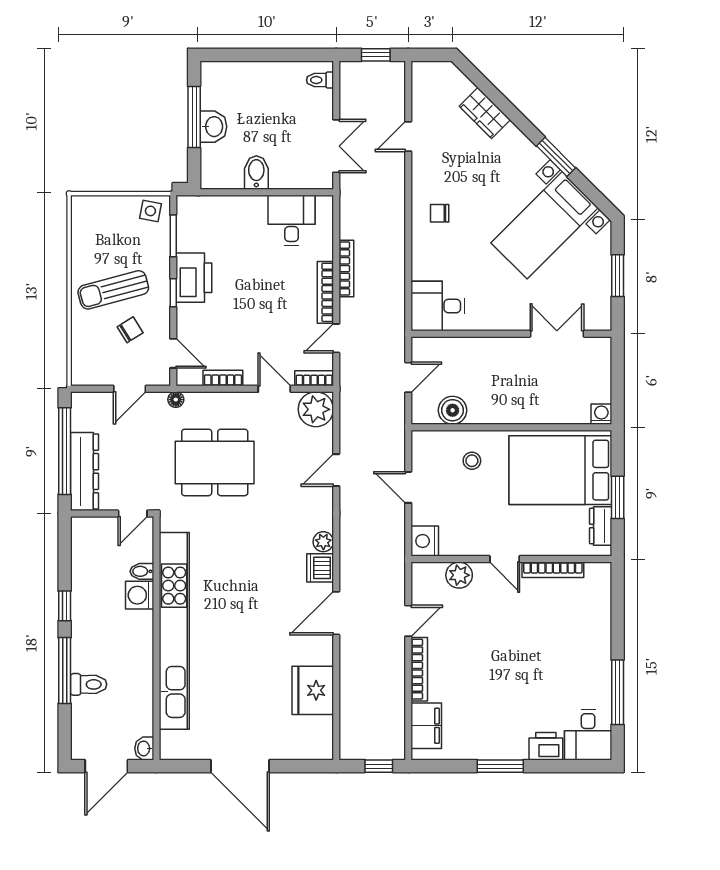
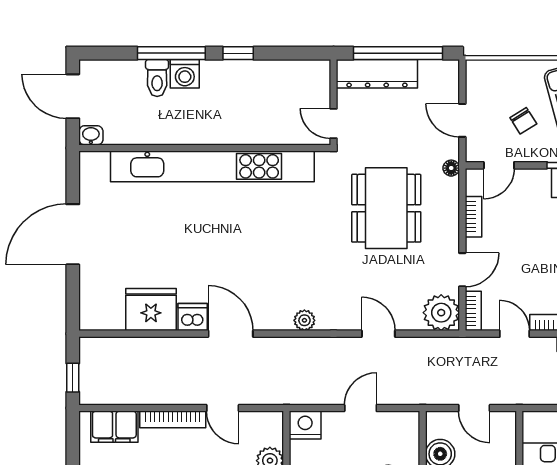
dishwasher: (320, 568) -> (193, 317), moved
bidet: (142, 571) -> (274, 133), removed
washing machine: (140, 595) -> (185, 74), moved, turned 180

